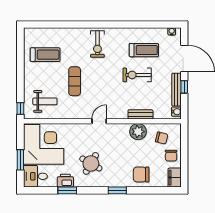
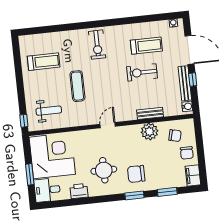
round table: (91, 163) -> (104, 170), turned -30
chair: (141, 174) -> (136, 174), moved
window: (67, 190) -> (167, 192), moved

